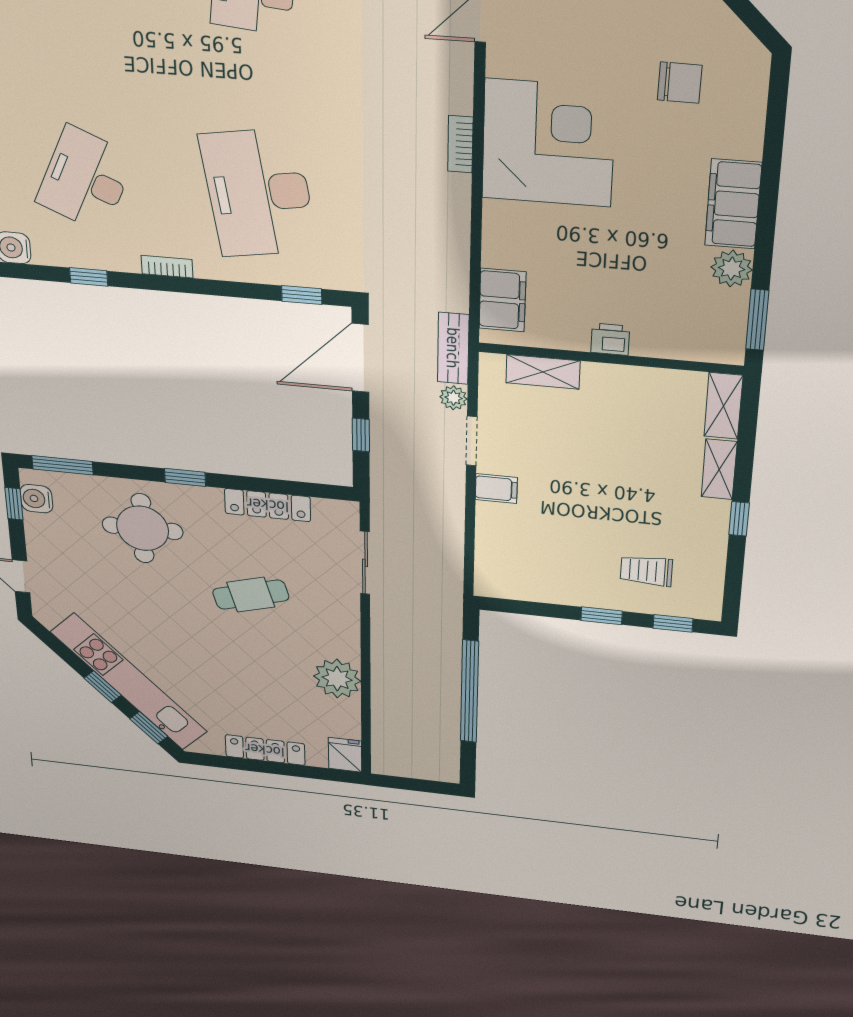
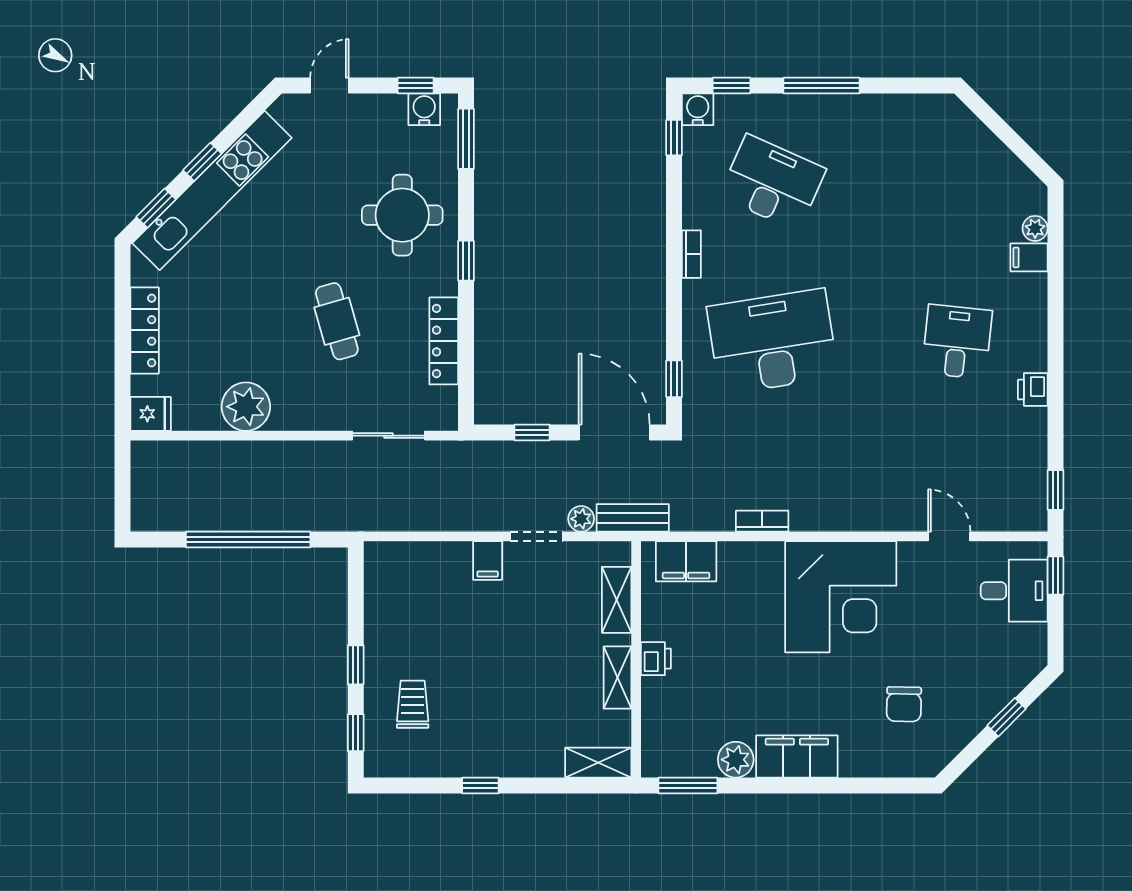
bookcase: (460, 144) -> (762, 521), moved
window: (89, 277) -> (674, 138), moved
shelving: (719, 469) -> (618, 678), moved, turned 90

